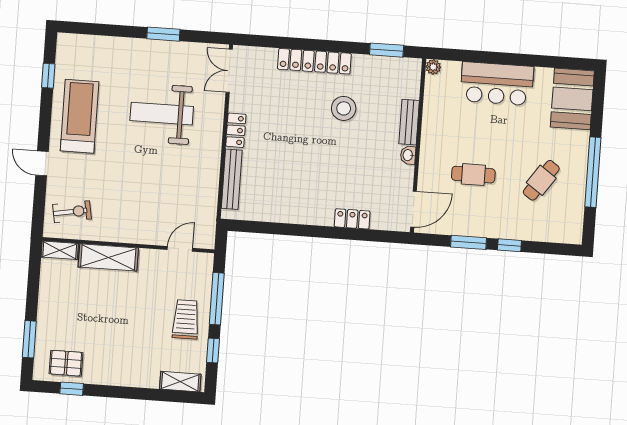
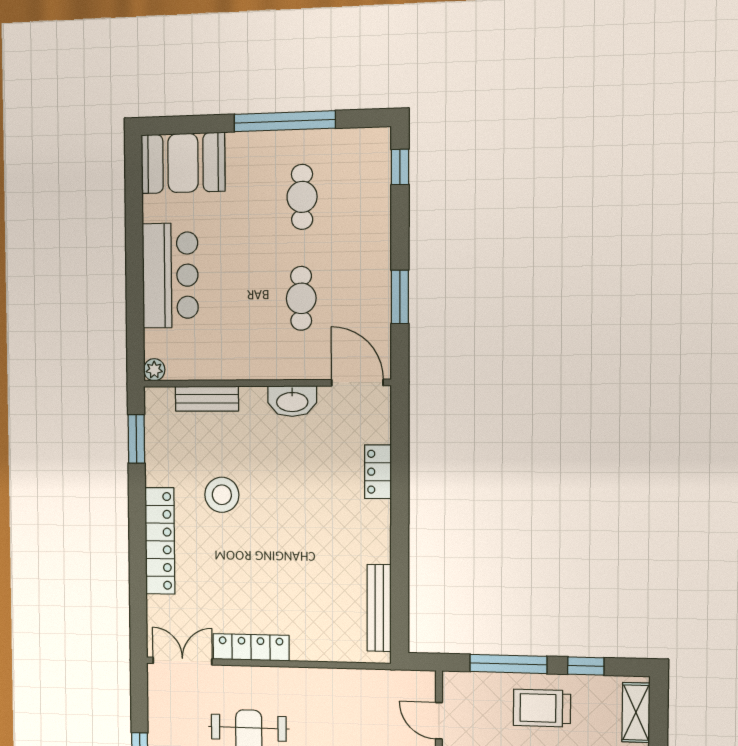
double door: (229, 71) -> (182, 661), swing flipped
bench: (409, 122) -> (207, 399), moved
locker: (236, 130) -> (251, 647), width x1.53
washbasin: (408, 155) -> (292, 401), width x1.91, depth x1.45
bench: (232, 179) -> (379, 608), moved, turned 90
cafe table: (541, 180) -> (302, 197), turned 55
window: (509, 245) -> (400, 167), moved

